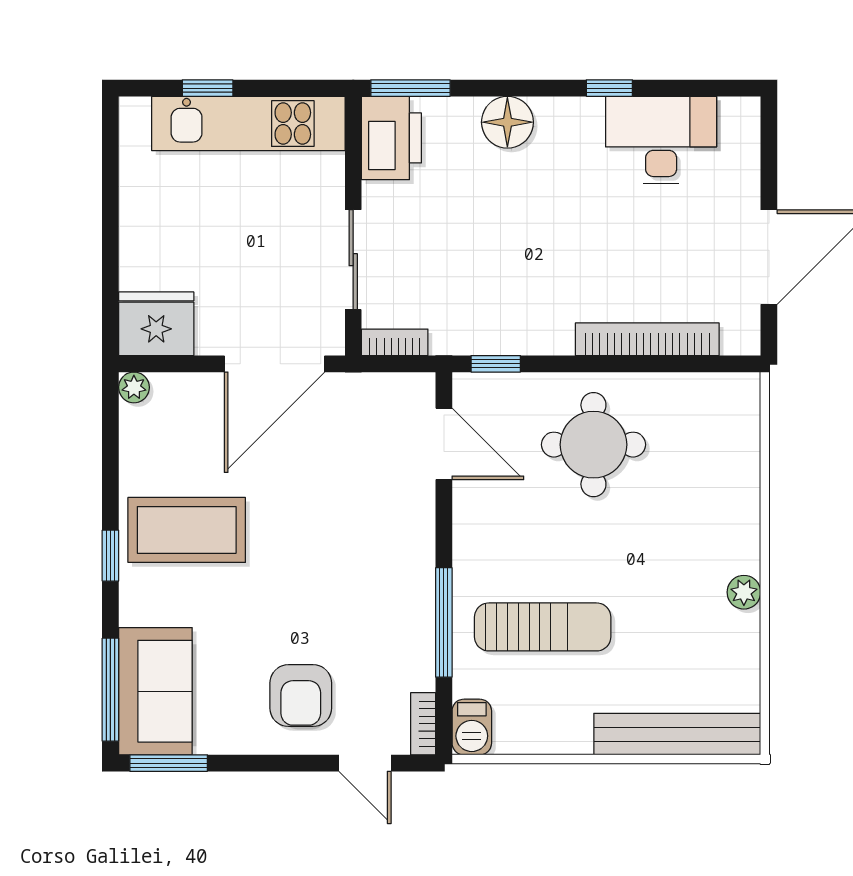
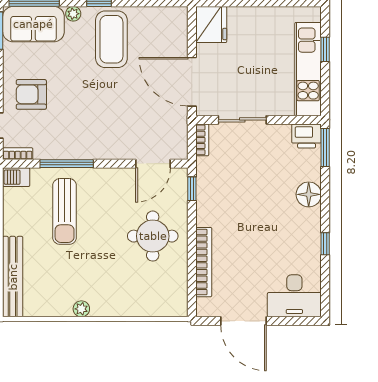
printer: (391, 138) -> (307, 136), width x0.73, depth x0.84
desk: (661, 140) -> (294, 296), moved, turned 90
plant: (134, 387) -> (73, 14), moved

